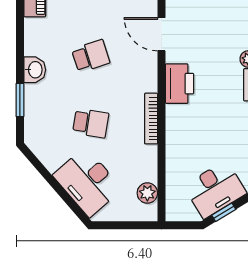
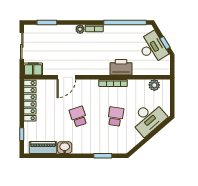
washbasin: (35, 70) -> (65, 148), moved
printer: (179, 84) -> (121, 67), moved

